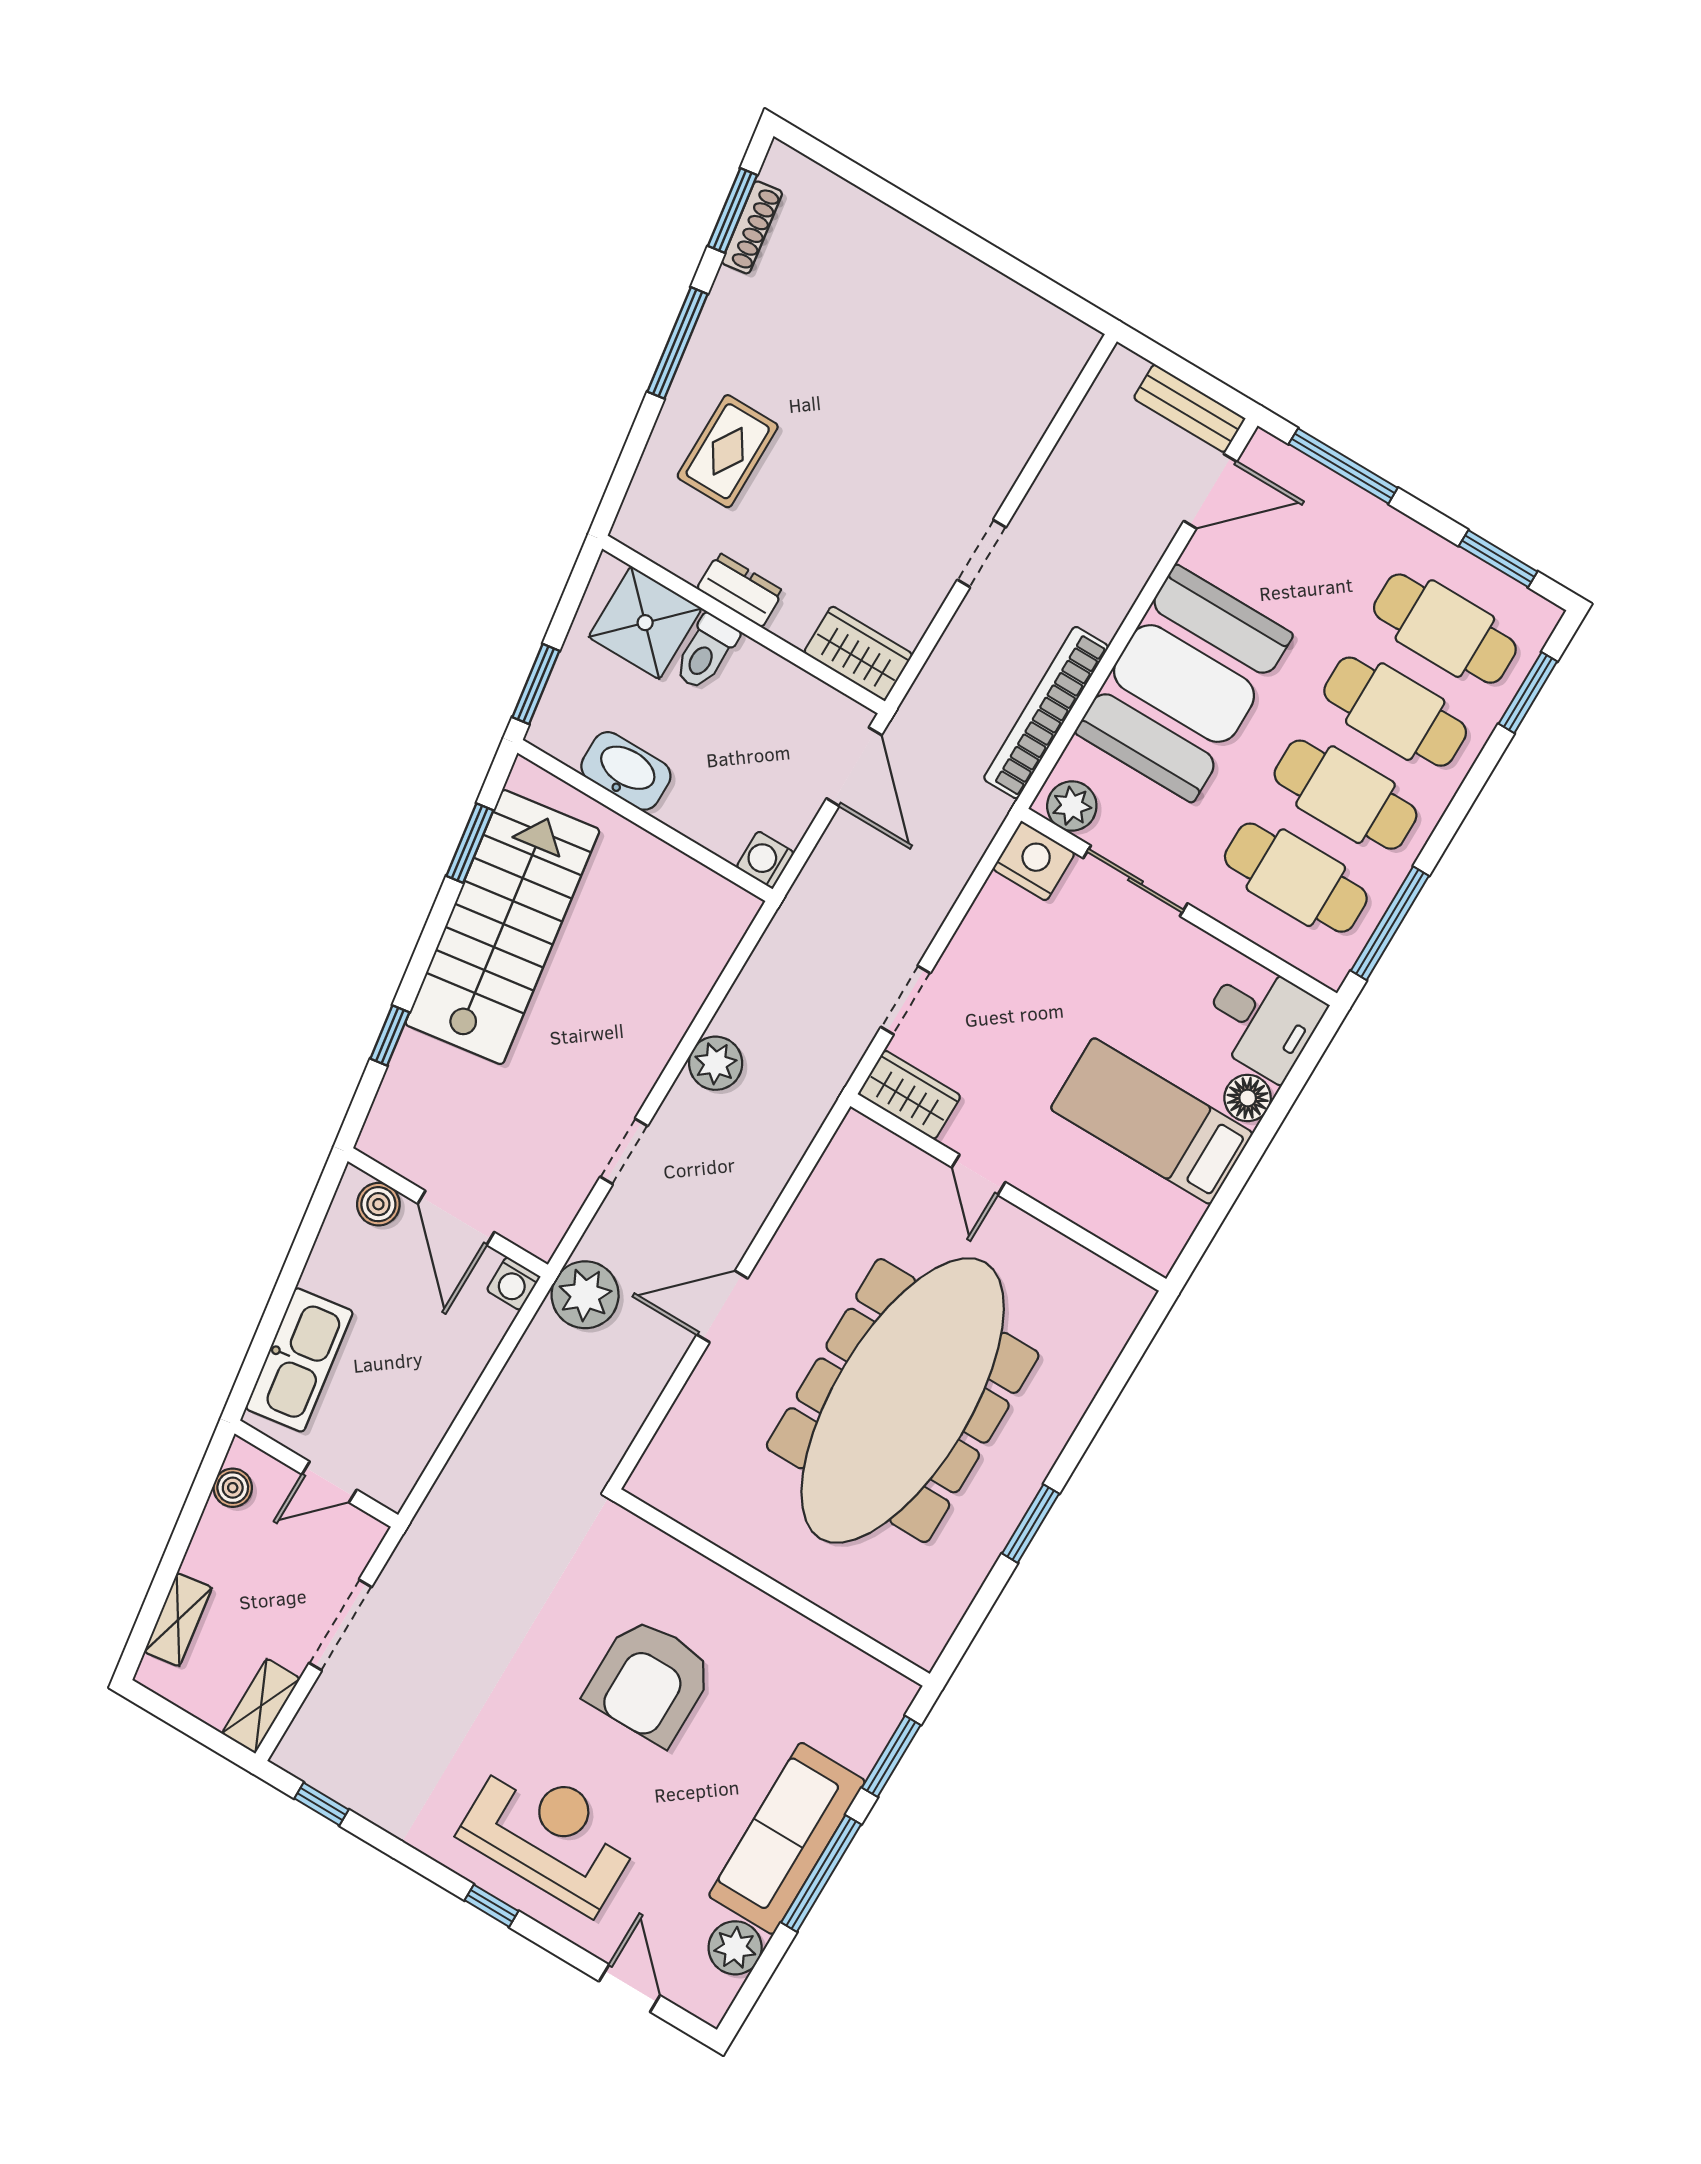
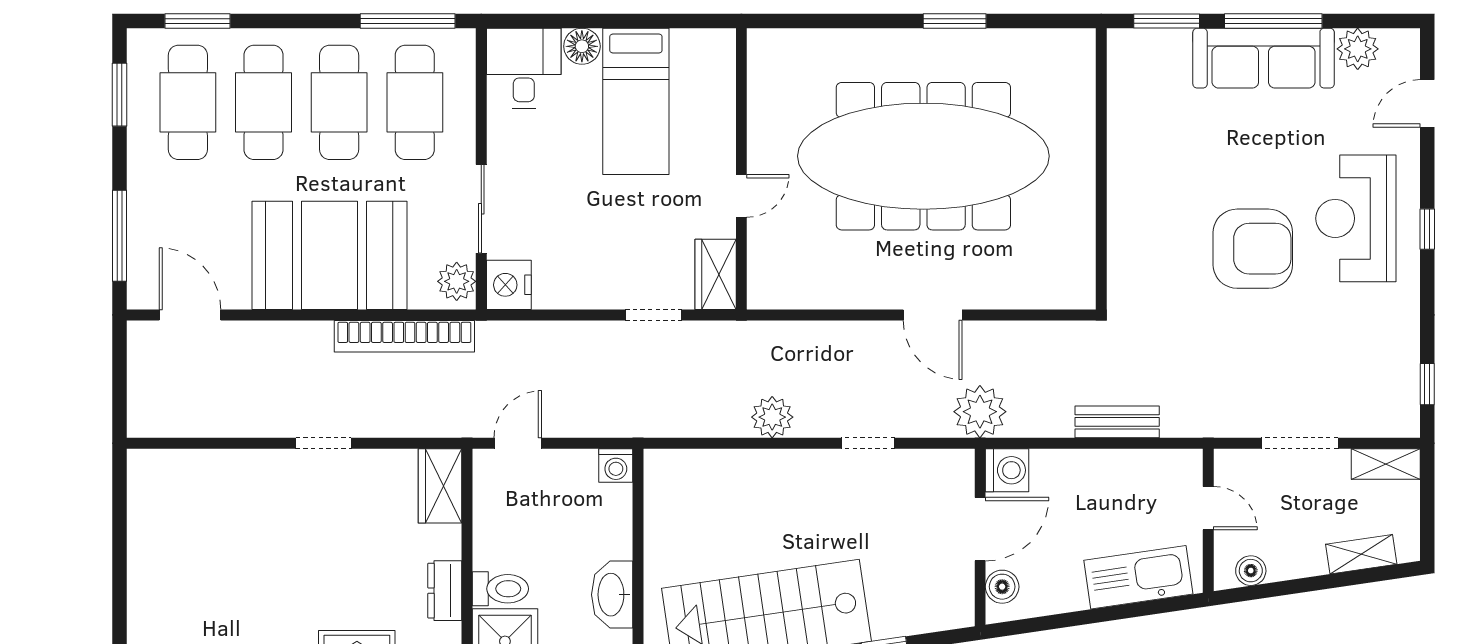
bench: (1189, 408) -> (1117, 422), moved, turned 90
door: (854, 767) -> (518, 443), width x0.73
washing machine: (513, 1284) -> (1007, 470), width x1.38, depth x1.38
armchair: (650, 1681) -> (1253, 249), moved

